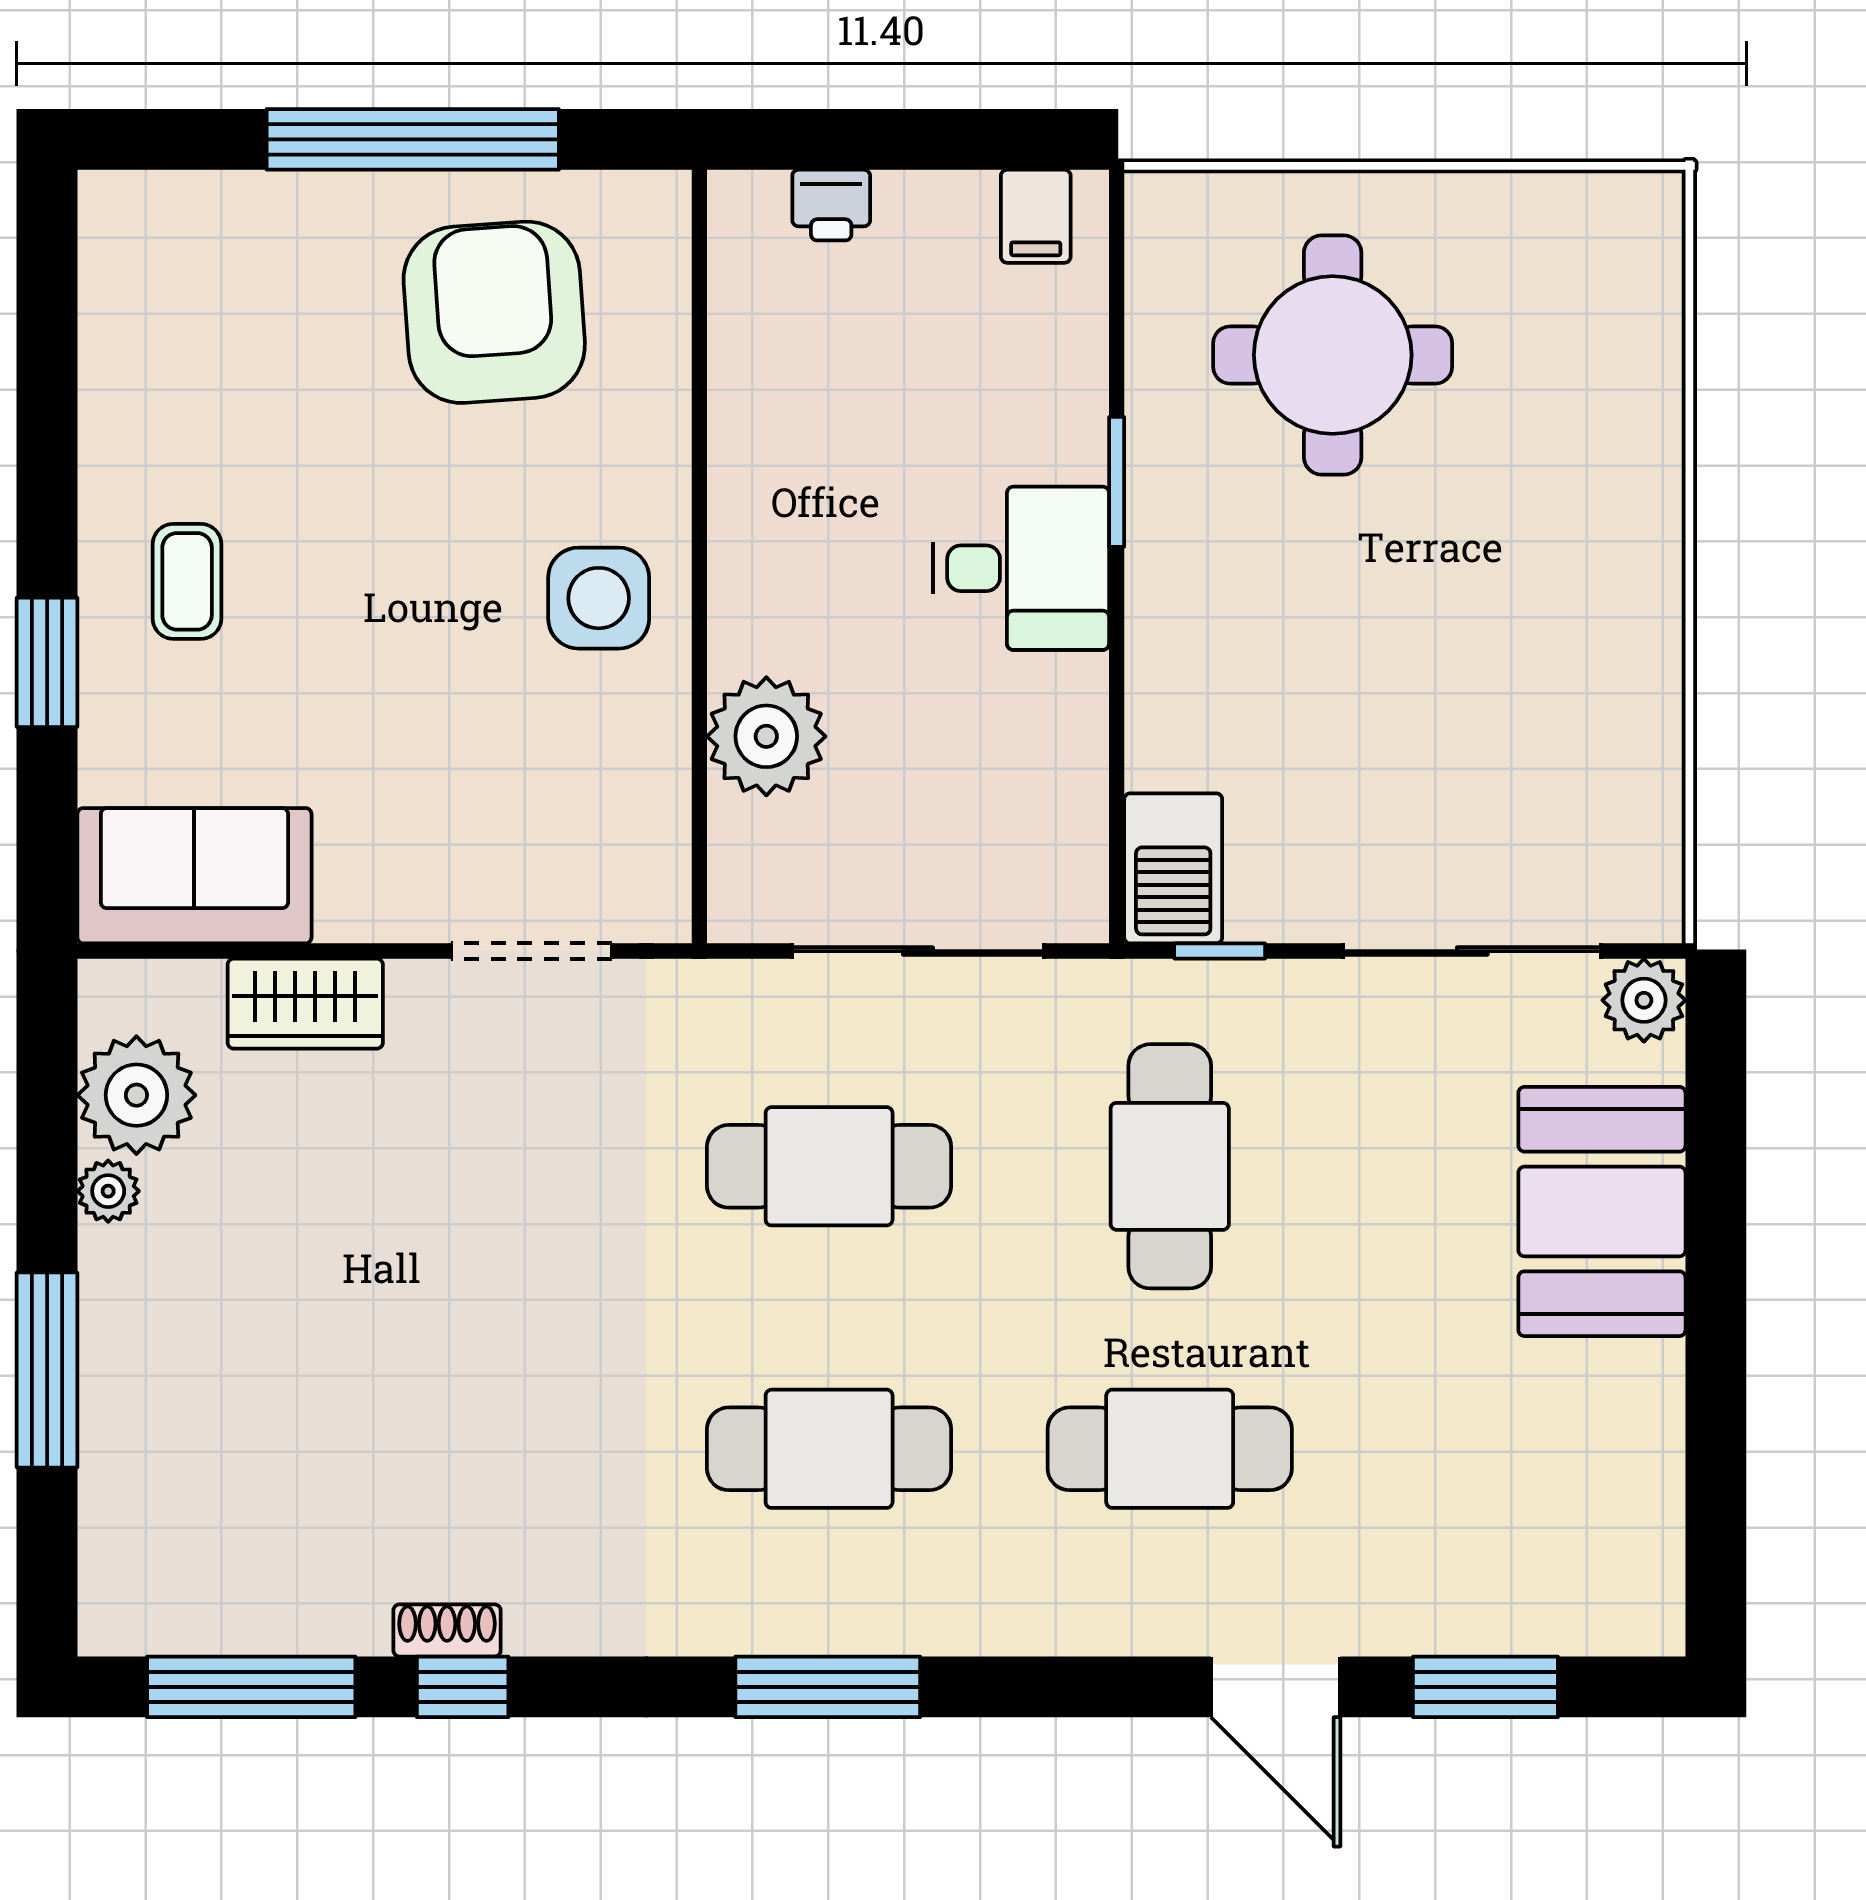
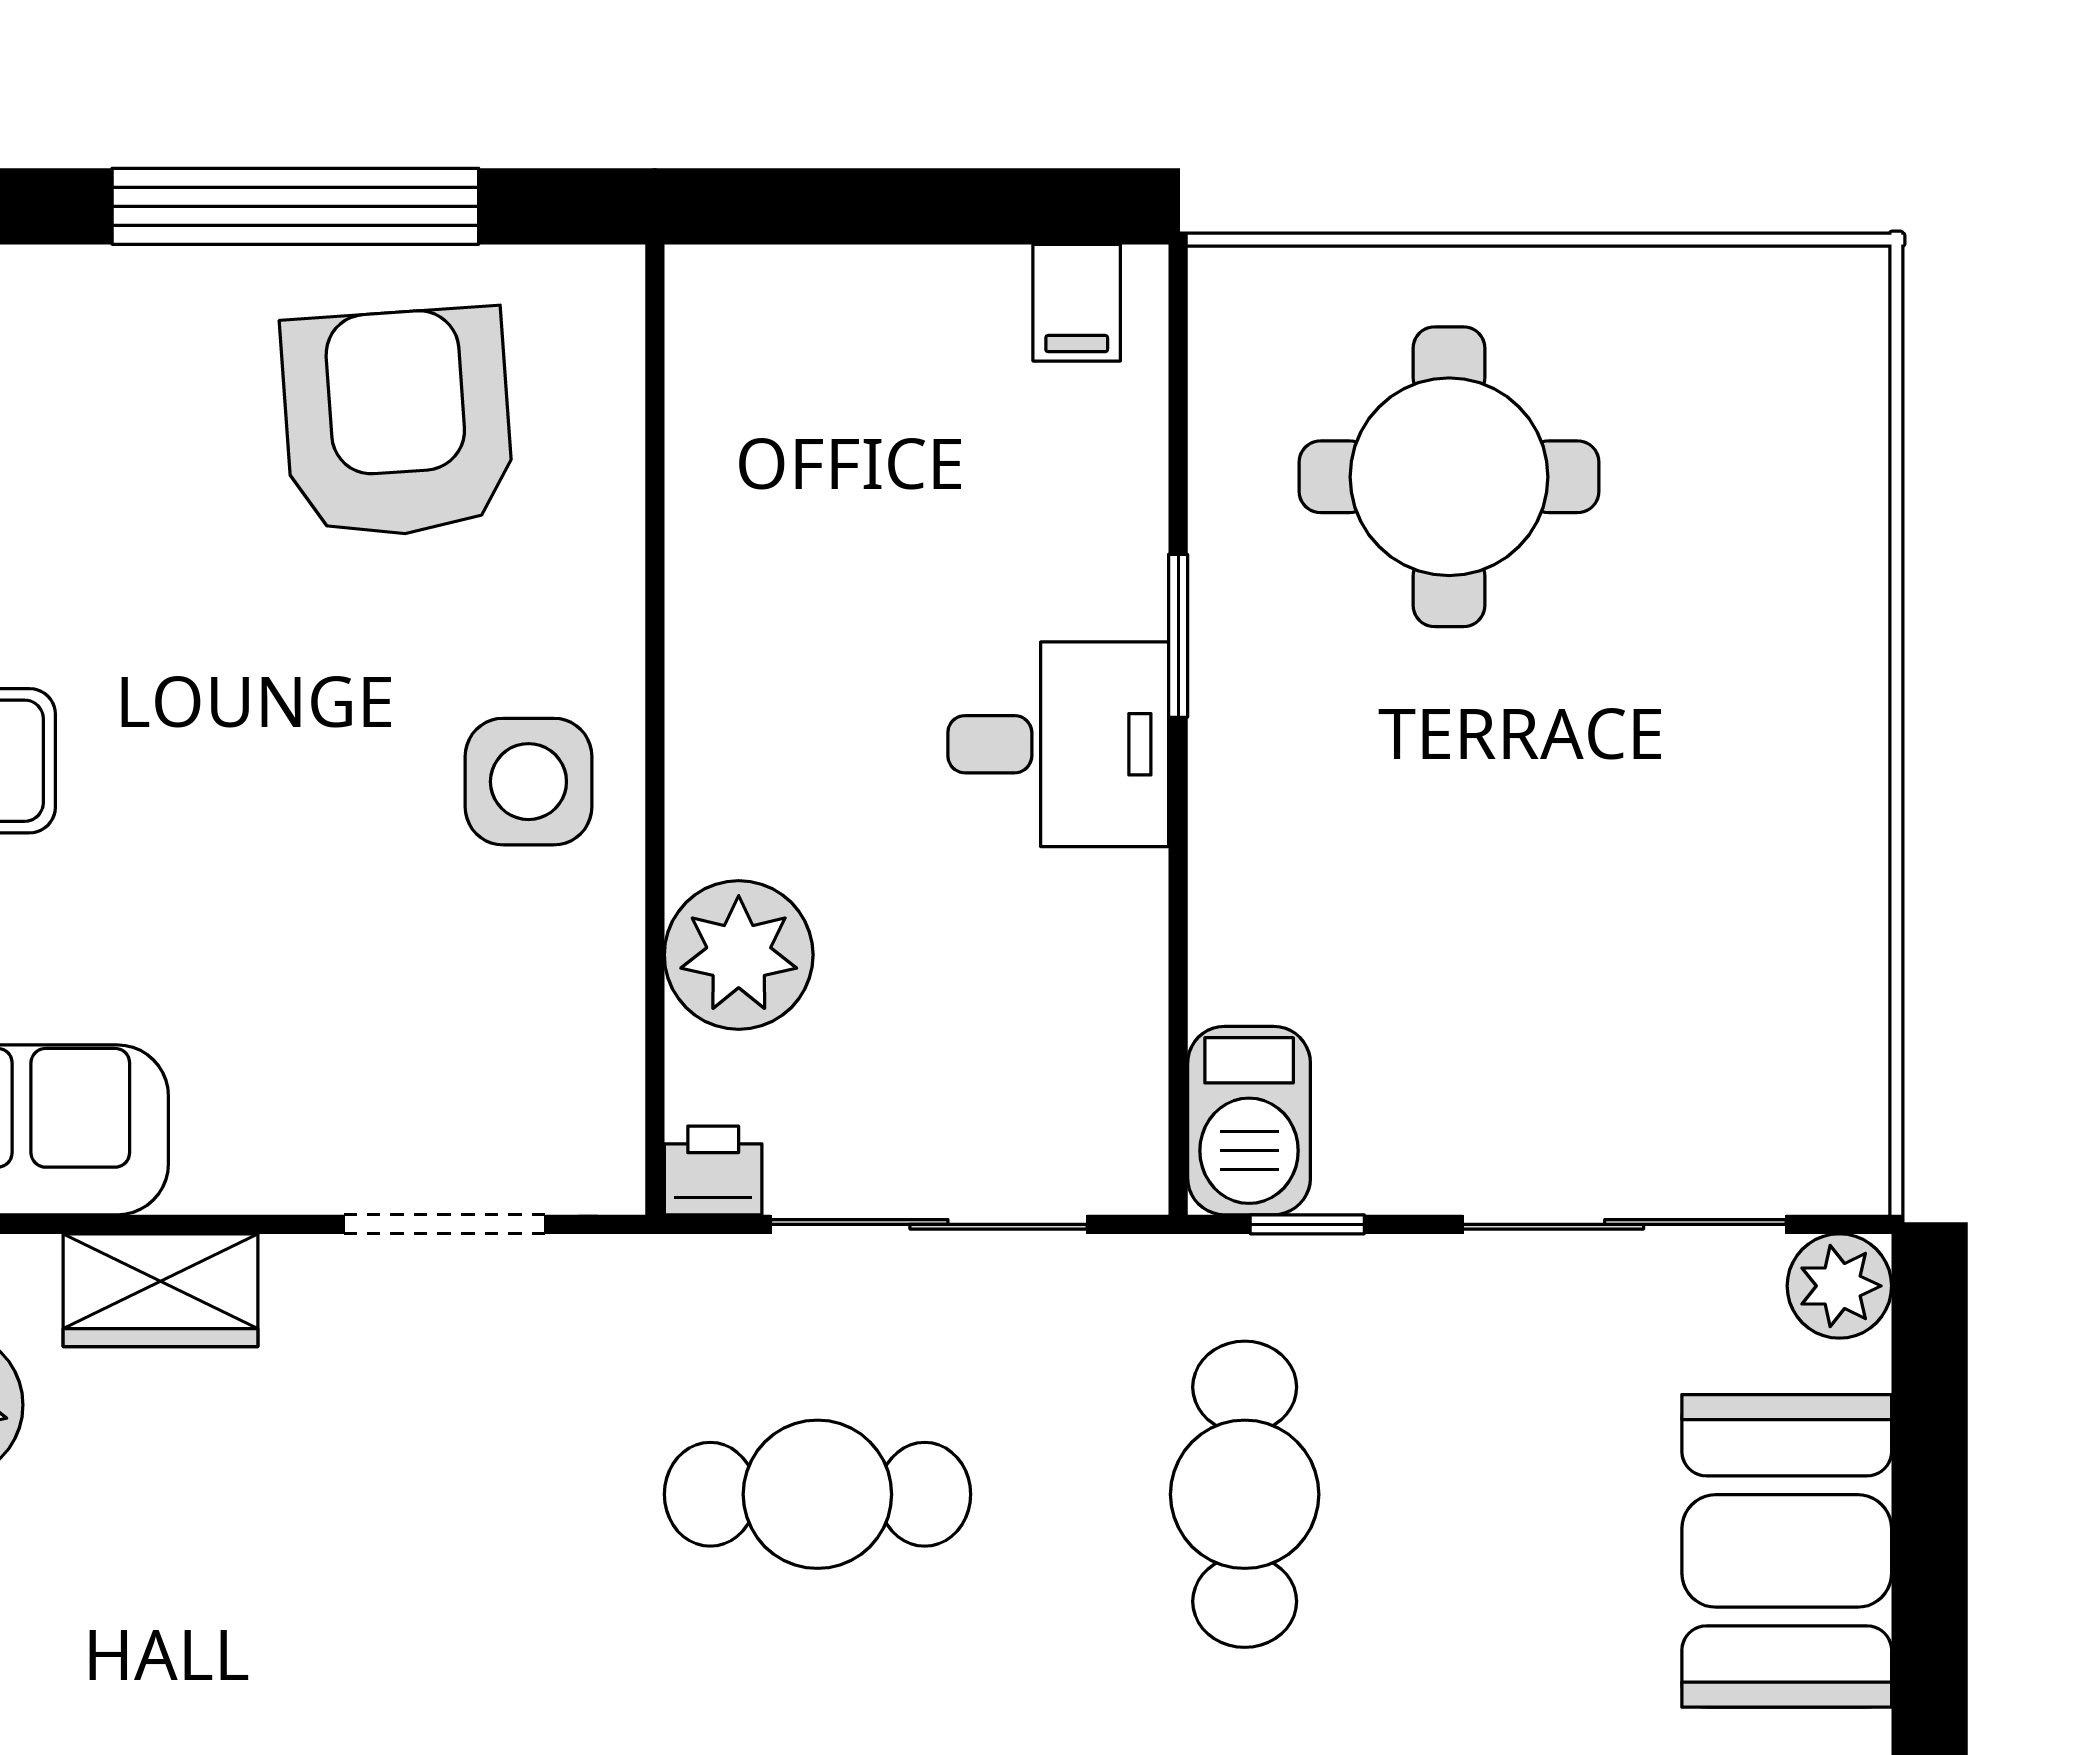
printer: (831, 205) -> (713, 1170), moved, turned 180

